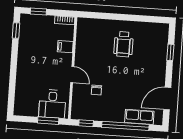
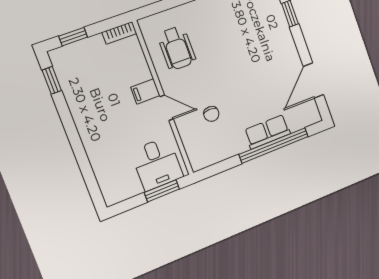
wheelchair: (124, 44) -> (177, 48), moved
filing cabinet: (65, 47) -> (145, 91), moved
row of seats: (139, 117) -> (267, 132), moved
window: (86, 123) -> (218, 168), removed

